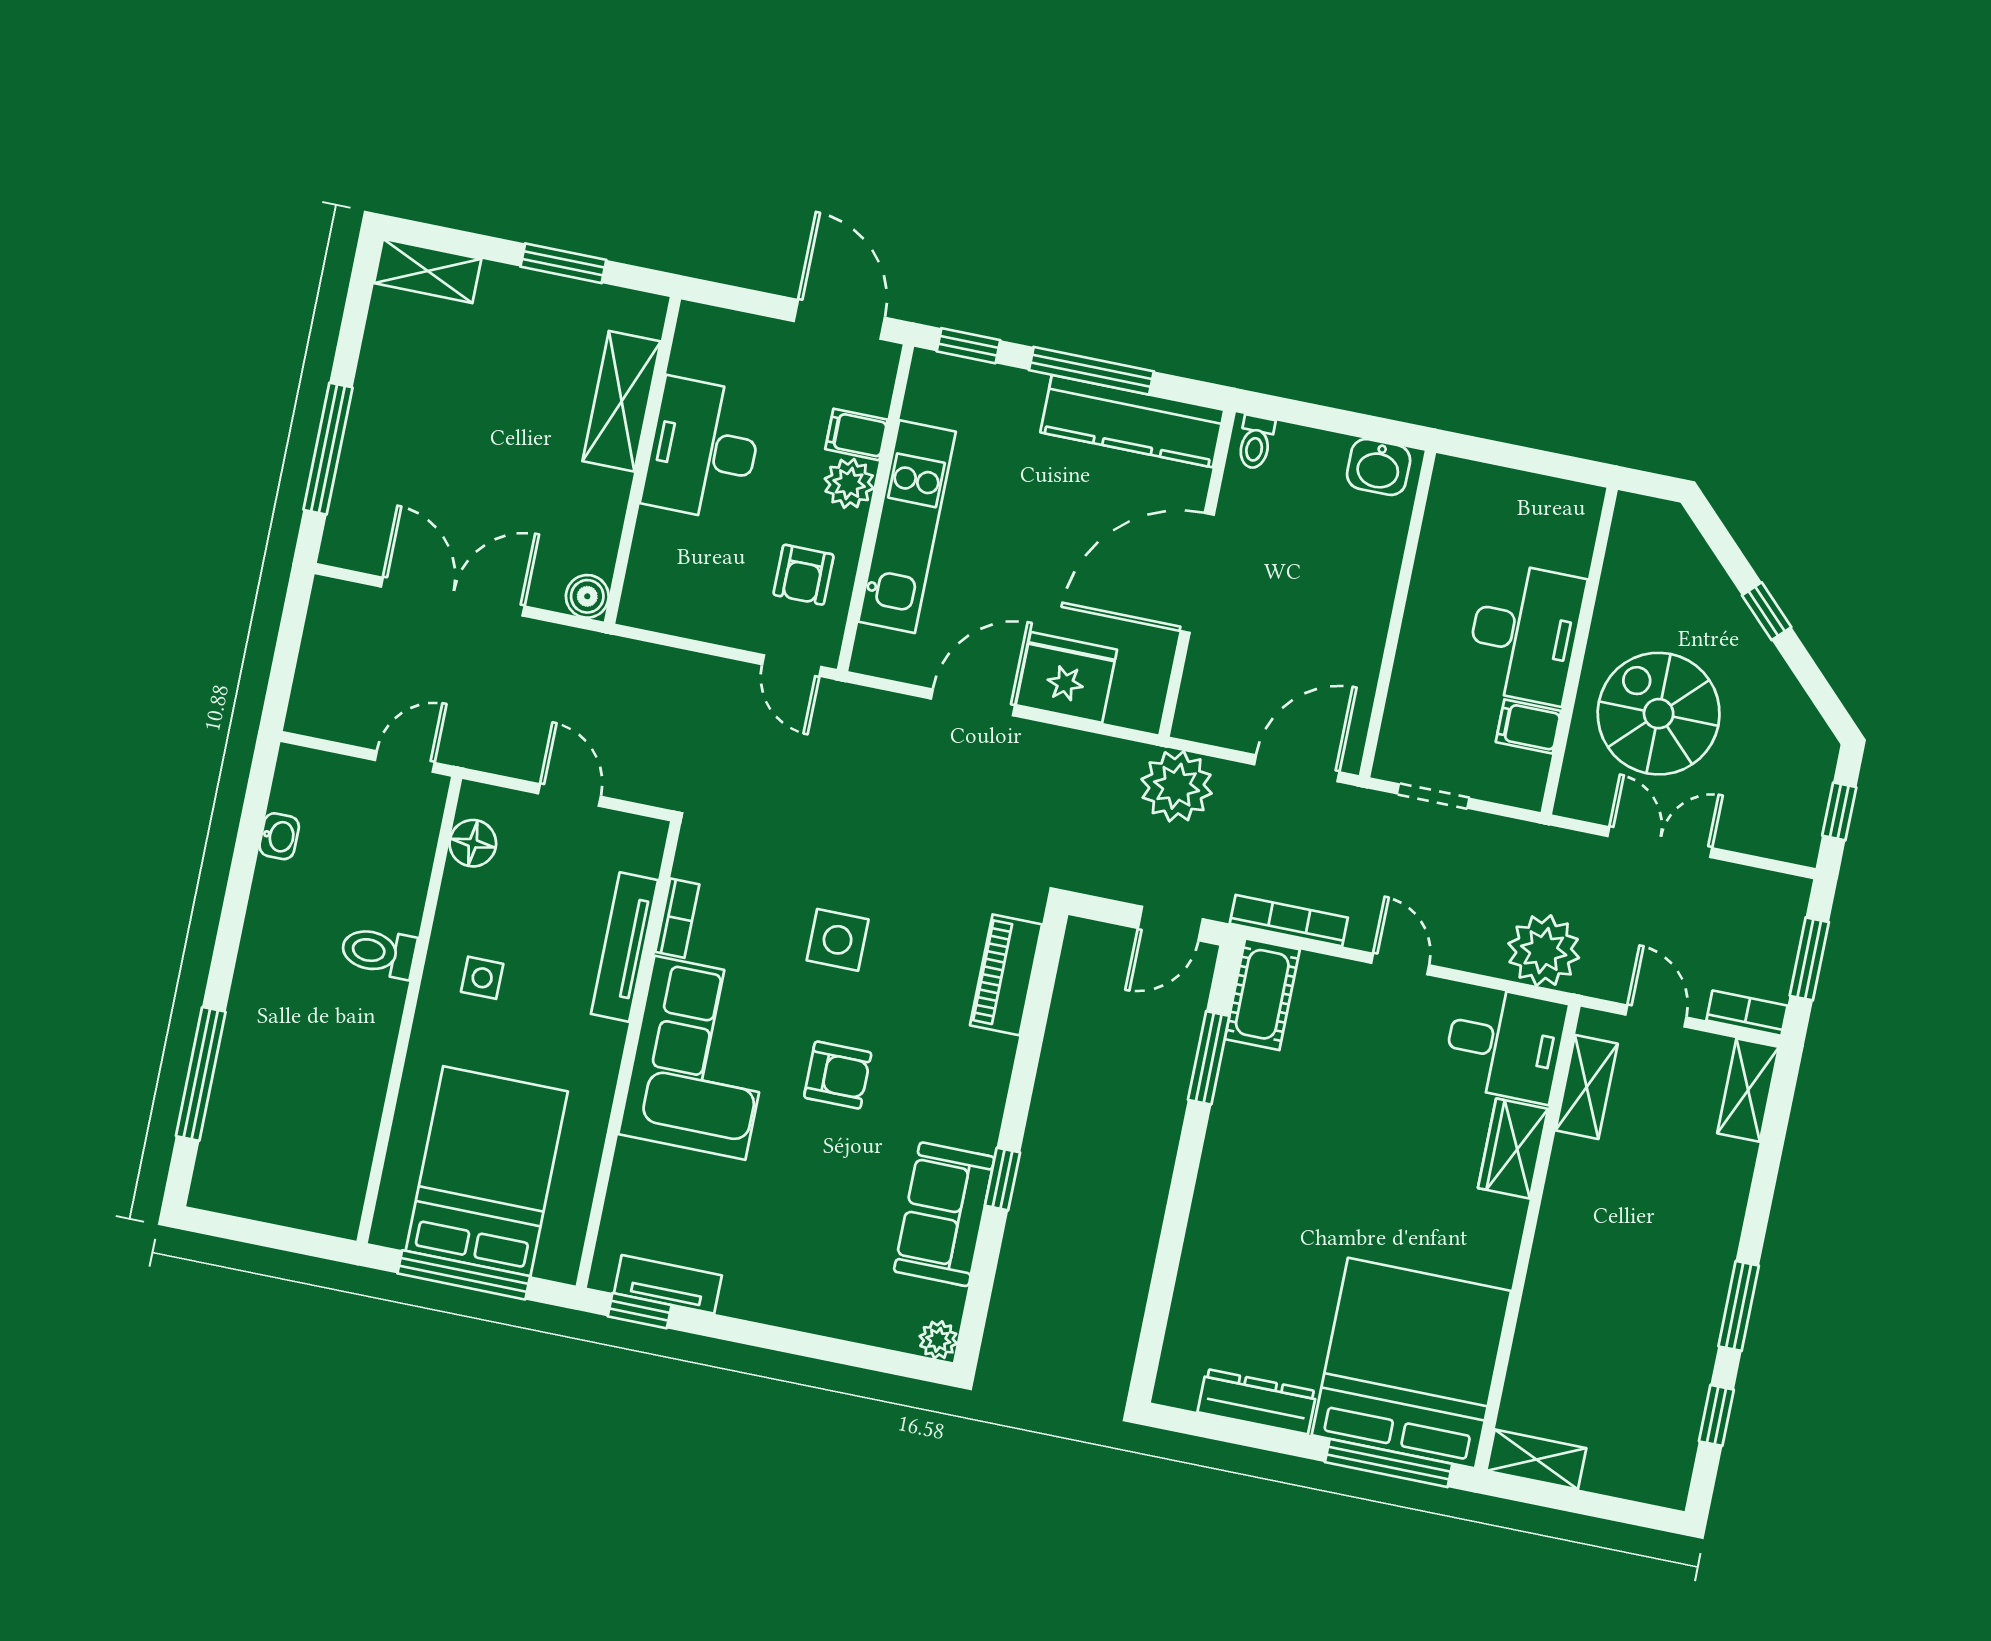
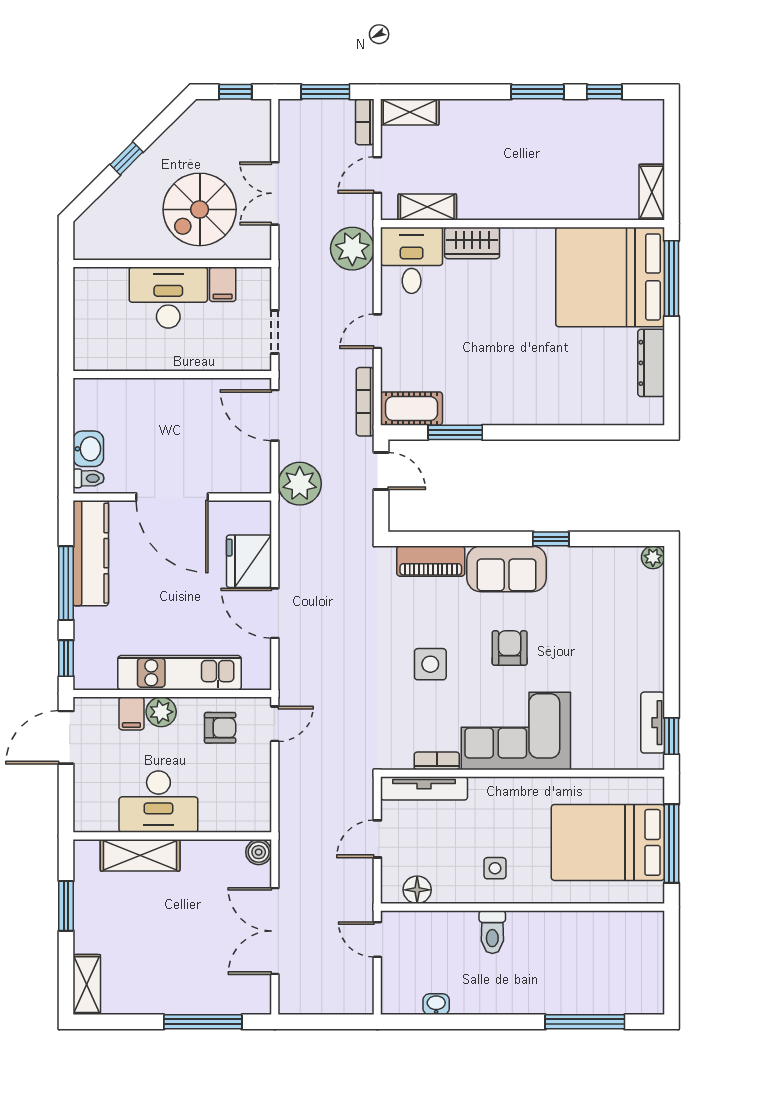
washbasin: (1379, 467) -> (88, 449), moved
tv unit: (624, 947) -> (424, 788), moved
sofa: (944, 1214) -> (507, 569), moved

